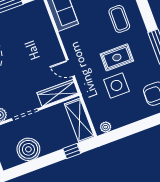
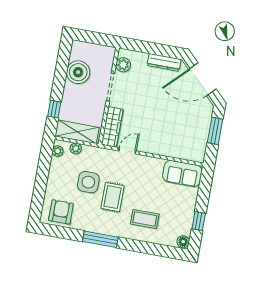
plant: (94, 113) -> (76, 148), added

